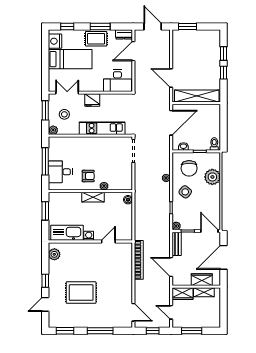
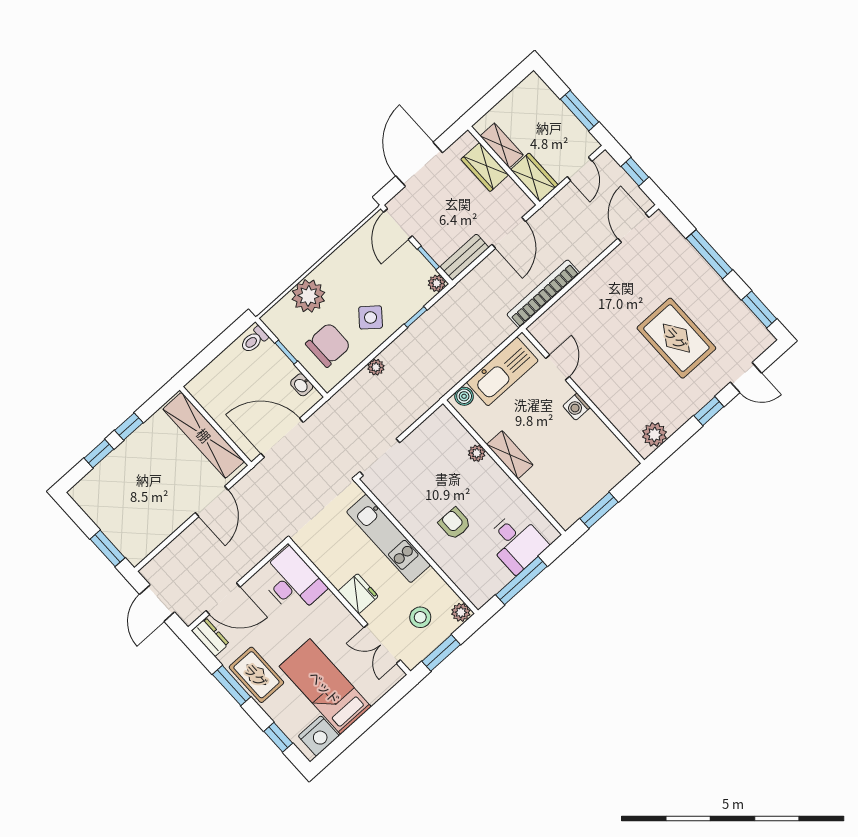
armchair: (88, 176) -> (455, 524), moved
kitchen sink: (67, 233) -> (502, 371), moved, turned -90
door: (108, 242) -> (557, 368), swing flipped
door: (224, 257) -> (419, 164), swing flipped

